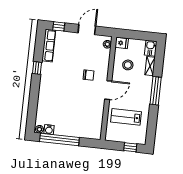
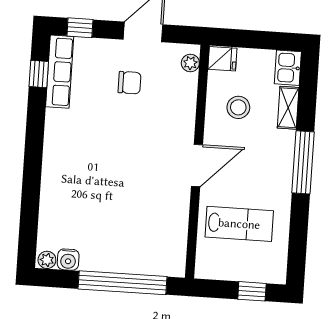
window: (37, 68) -> (39, 74), moved
chair: (88, 75) -> (129, 83), moved
lab bench: (126, 117) -> (239, 224), turned 180
window: (59, 139) -> (123, 283), moved

